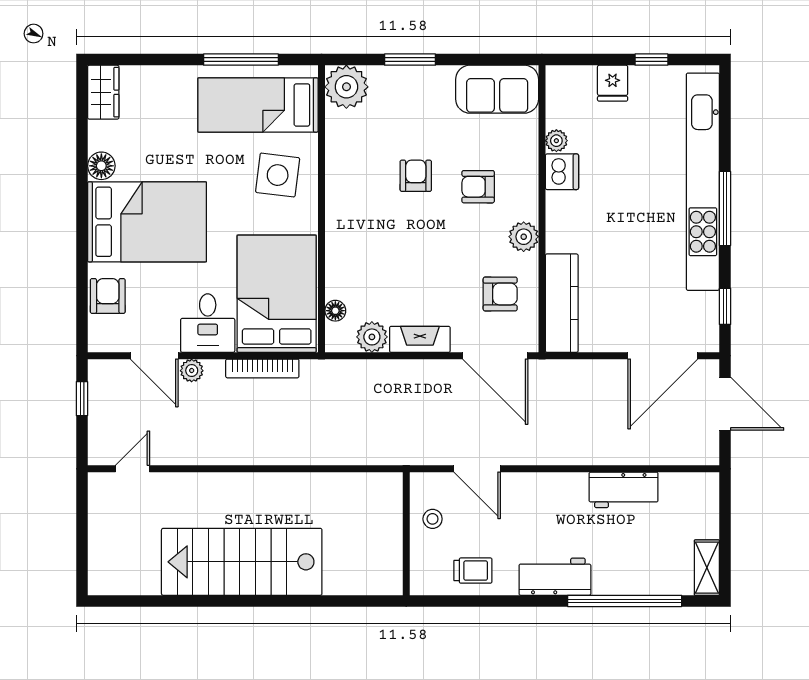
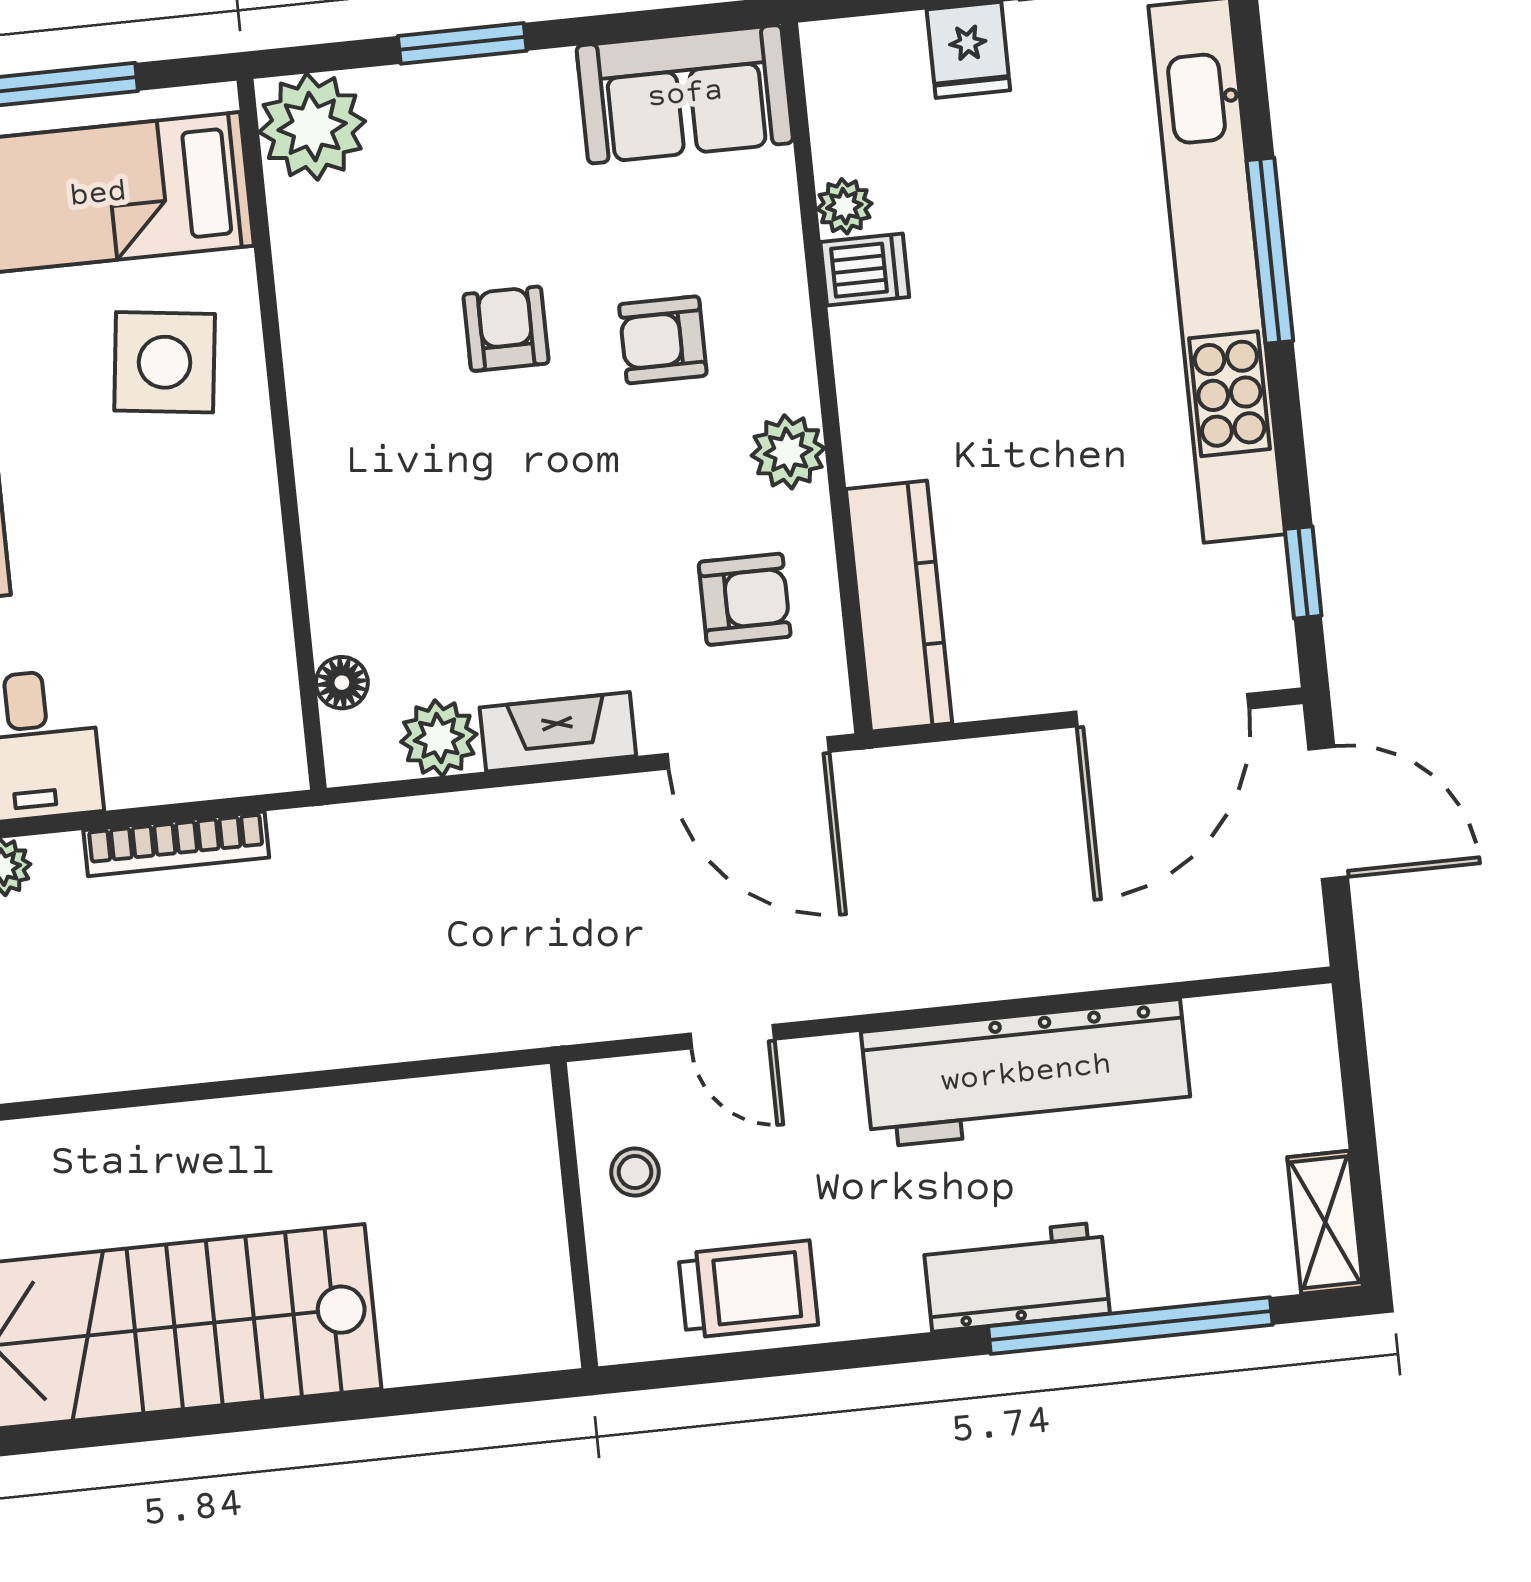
dishwasher: (562, 172) -> (865, 270), width x0.73
window: (725, 208) -> (1270, 251), moved
bed: (277, 294) -> (193, 655), removed
door: (477, 469) -> (732, 1037), width x0.73
workbench: (624, 490) -> (1026, 1073), width x1.88, depth x1.32
trolley: (473, 571) -> (748, 1289), width x1.36, depth x1.39
workbench: (555, 577) -> (1016, 1277), moved

